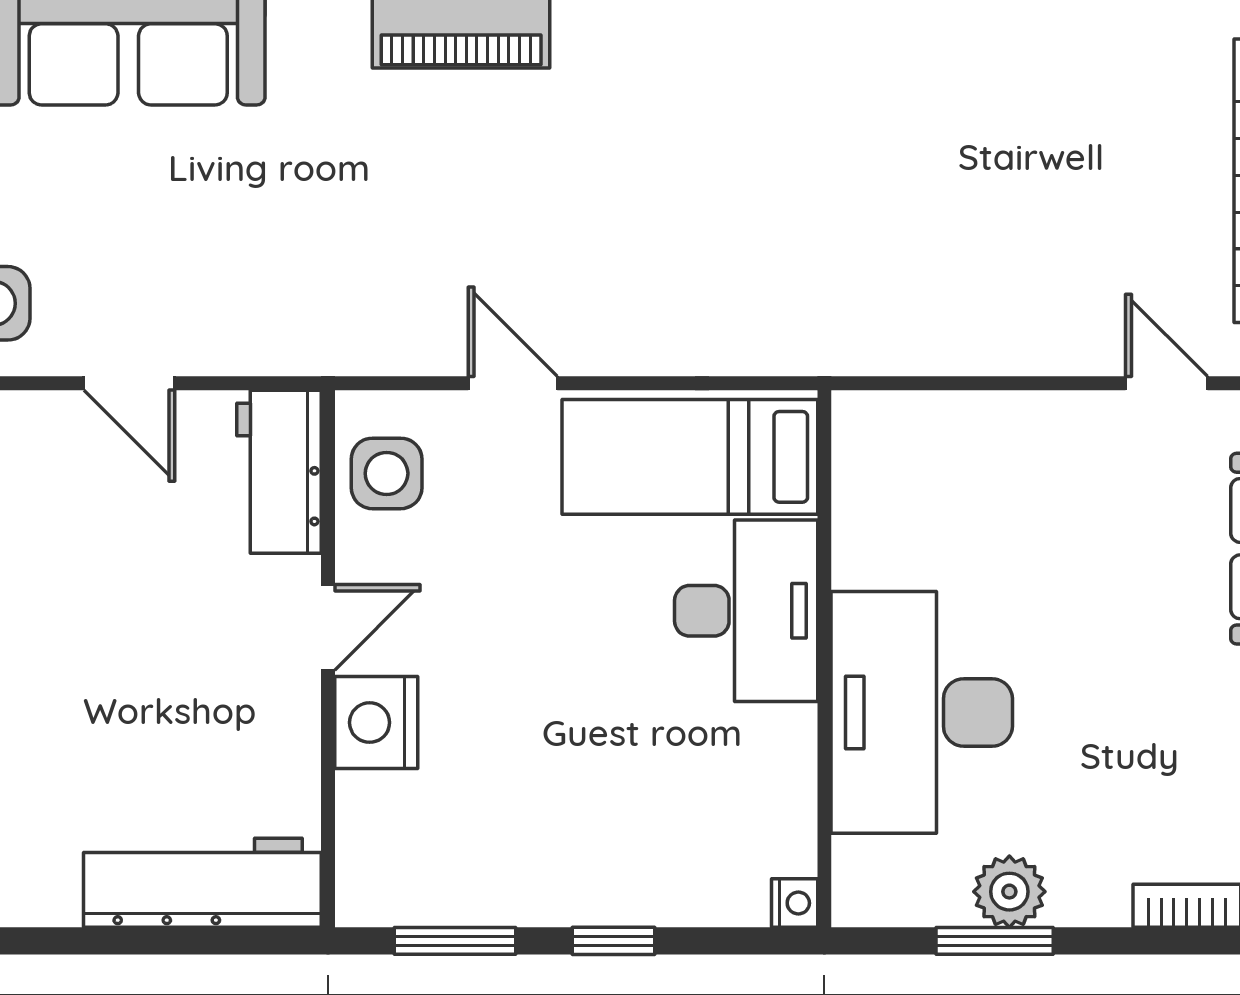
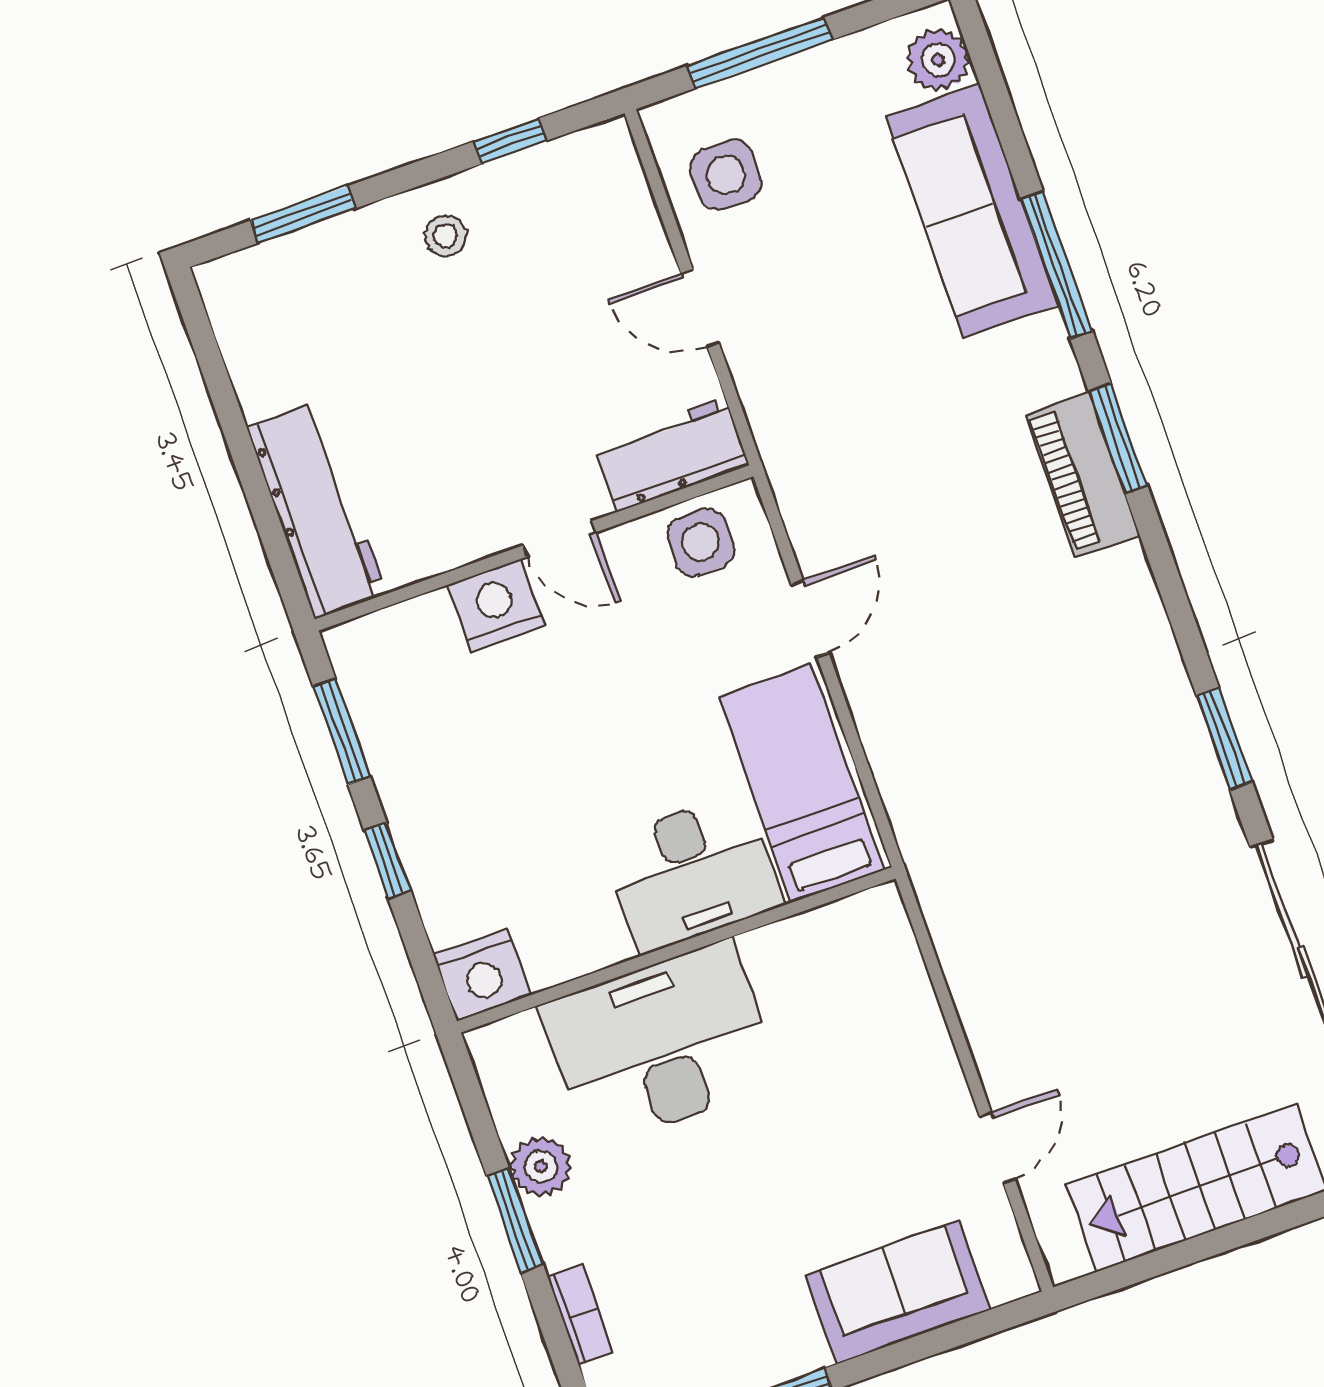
door: (129, 383) -> (700, 308), hinge flipped
nightstand: (795, 903) -> (482, 975), width x1.89, depth x1.79
window: (995, 941) -> (515, 1220), moved

